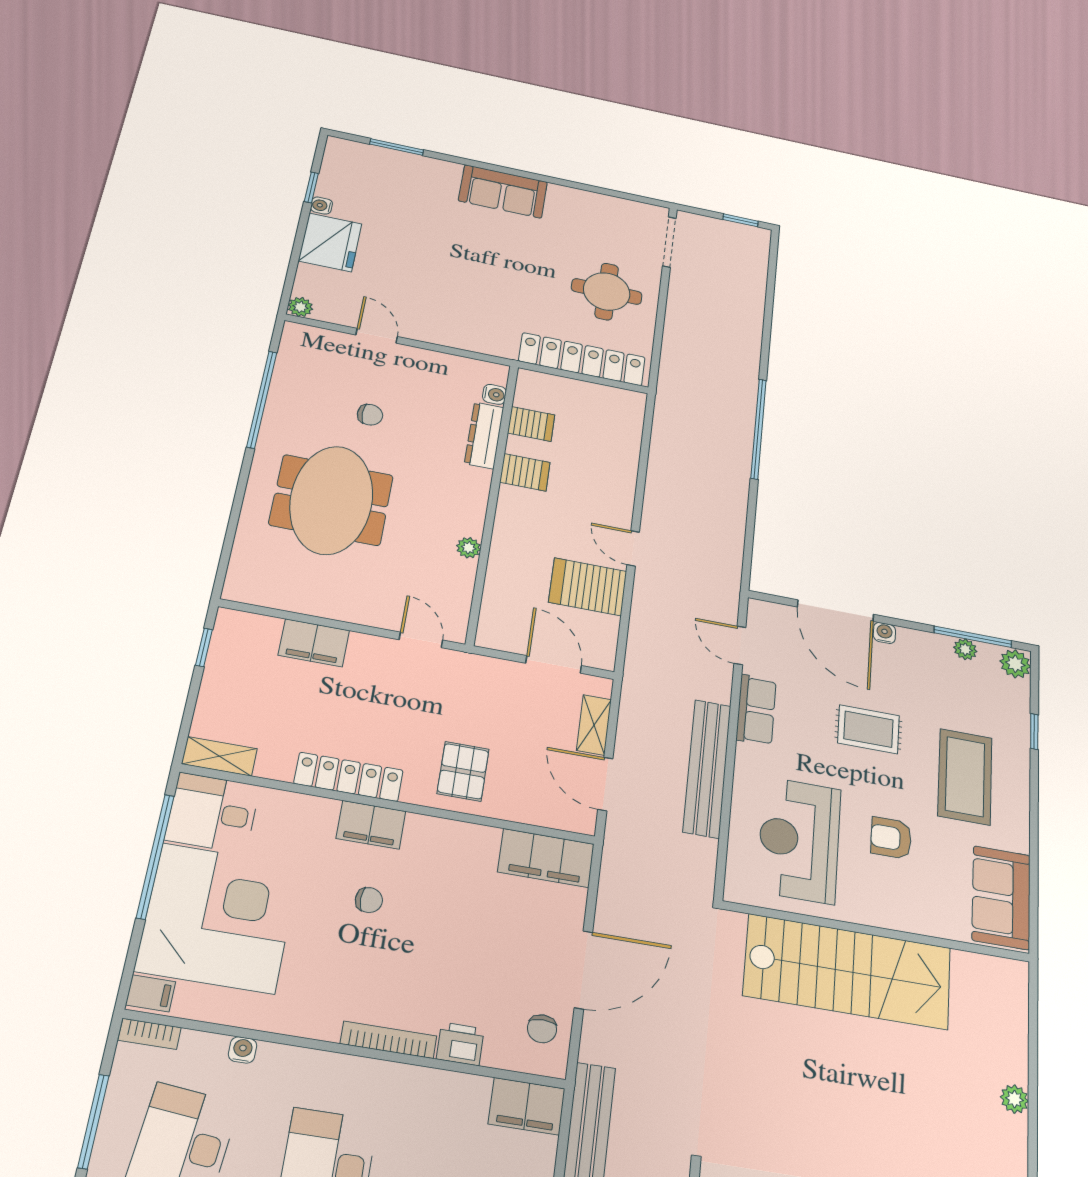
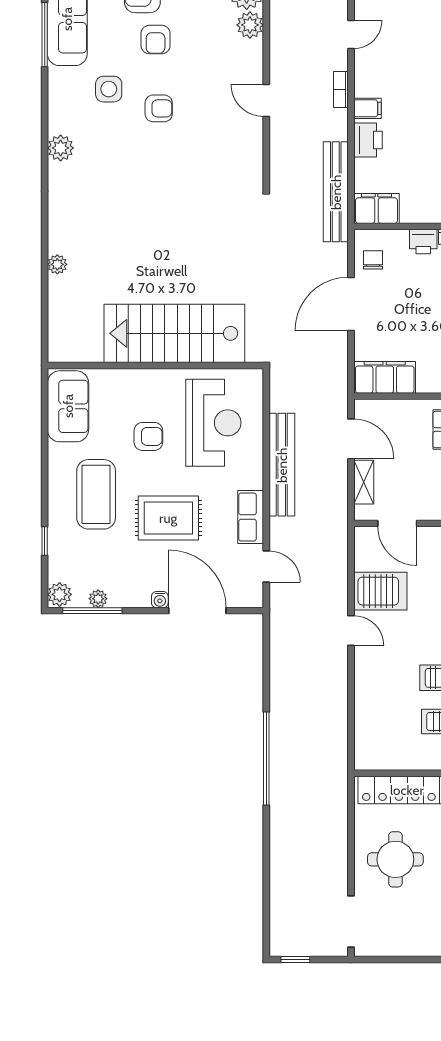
rug: (868, 729) -> (168, 518), width x1.36, depth x1.43

